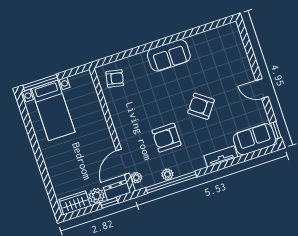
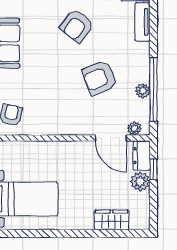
armchair: (167, 138) -> (100, 78), turned 68
wardrobe: (75, 203) -> (112, 220), moved, turned 90

